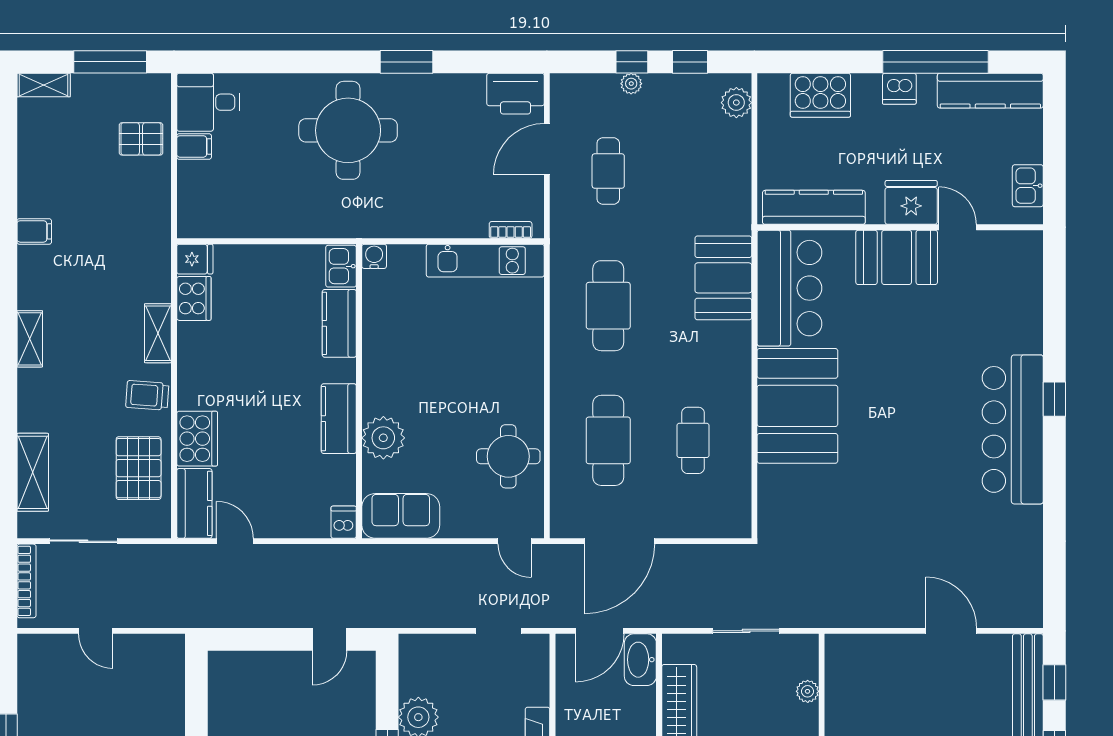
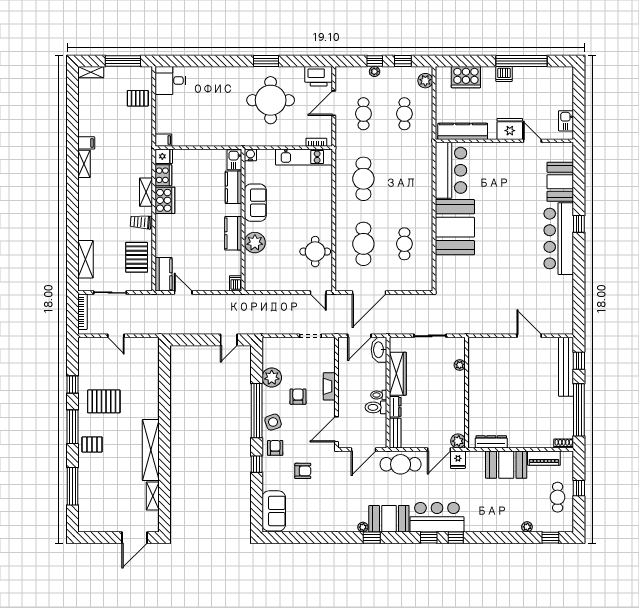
kitchen counter: (990, 91) -> (548, 75), removed
round table: (348, 130) -> (271, 100), moved
filing cabinet: (194, 146) -> (163, 140), moved
cafe table: (693, 171) -> (404, 114), added
booth: (897, 257) -> (560, 182), moved, turned 90
booth: (723, 278) -> (419, 165), removed
shelving: (30, 339) -> (84, 164), moved
cooker: (197, 439) -> (165, 200), moved
sofa: (401, 516) -> (255, 203), moved, turned 90

